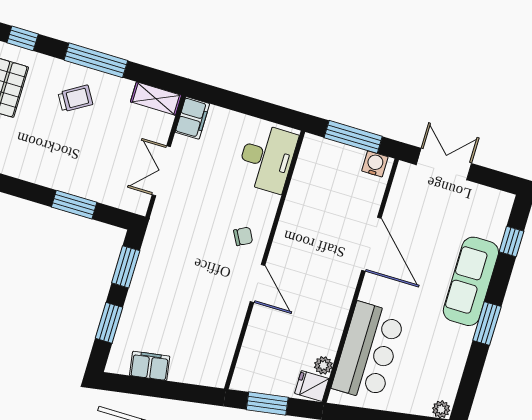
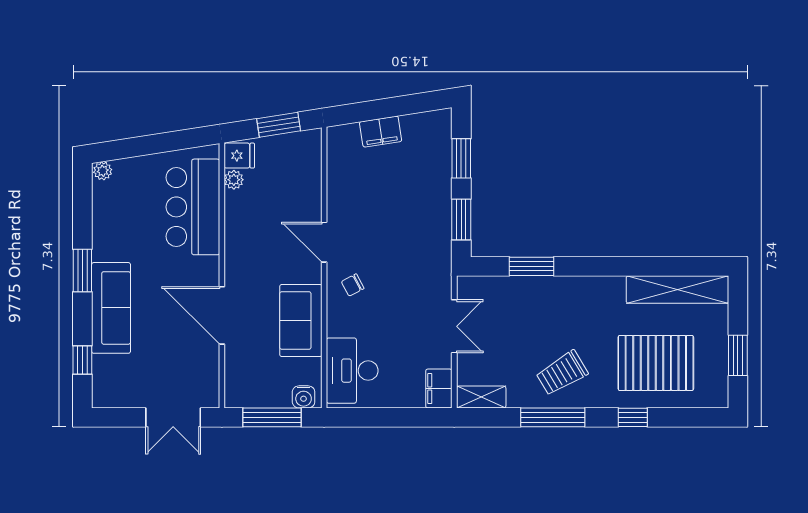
trolley: (75, 98) -> (562, 373), width x1.36, depth x1.39
water cooler: (375, 164) -> (304, 397), moved
sofa: (300, 218) -> (301, 321), added
filing cabinet: (150, 366) -> (381, 132), moved

